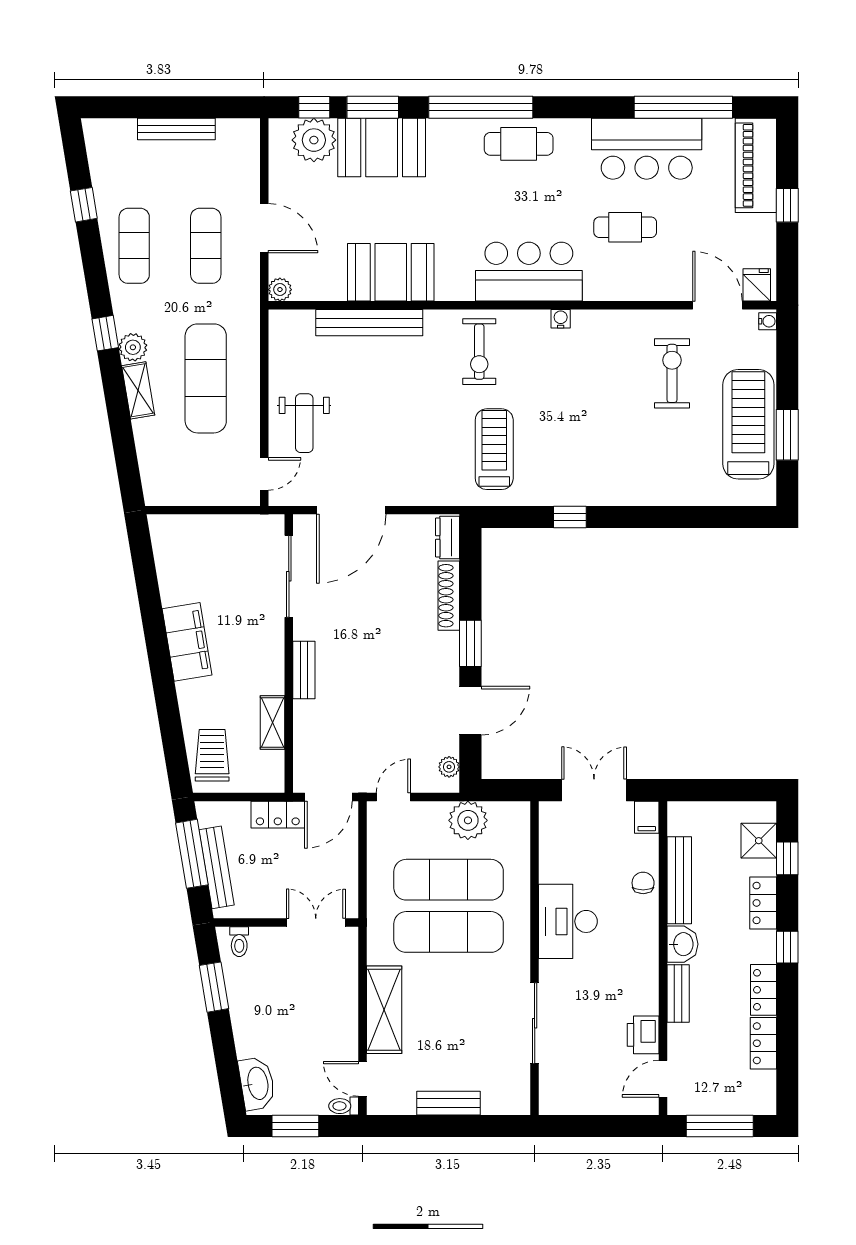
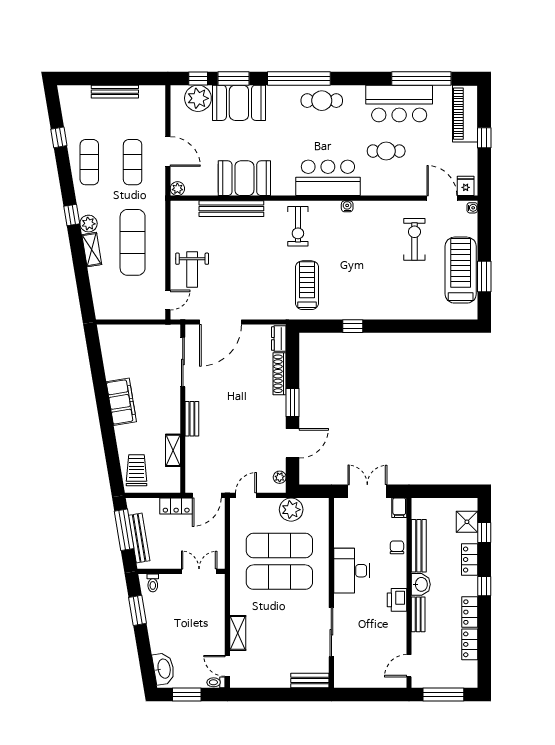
shelving: (384, 1010) -> (238, 633), width x0.67, depth x0.75
printer: (643, 1035) -> (397, 600), moved
bench: (448, 1103) -> (310, 681), moved

